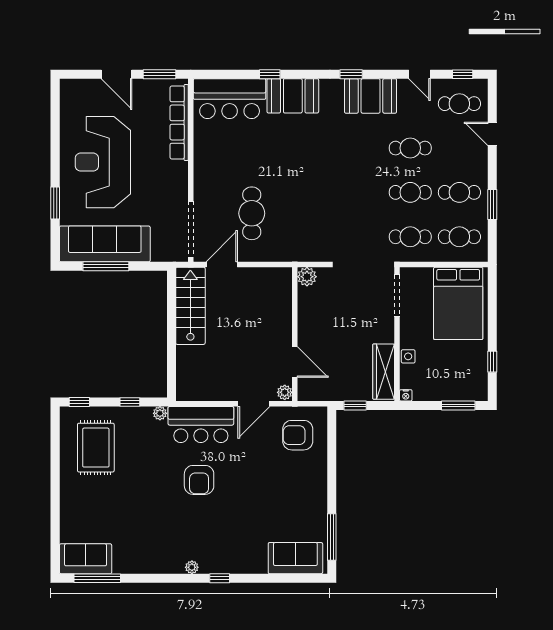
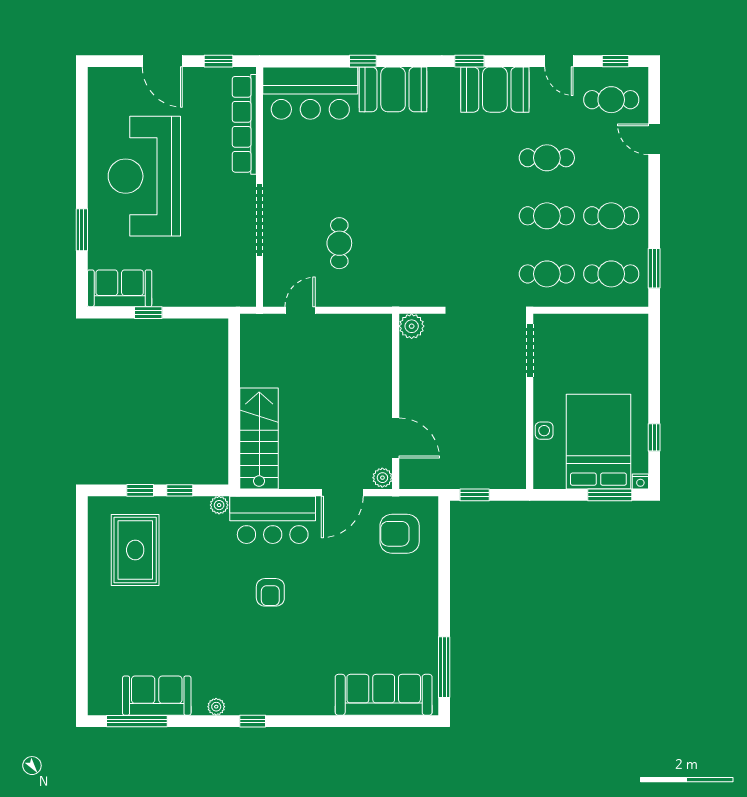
window: (159, 74) -> (218, 61), width x0.67
window: (492, 205) -> (654, 268), moved
cafe table: (252, 213) -> (339, 243), width x0.73, depth x0.74
doorway: (191, 229) -> (260, 220), moved
sofa: (105, 244) -> (120, 288), width x0.54, depth x0.79
door: (222, 265) -> (300, 310), width x0.73
window: (106, 266) -> (148, 313), width x0.46
bed: (458, 303) -> (598, 442), moved, turned 180
stairs: (190, 306) -> (259, 438), moved
wardrobe: (384, 372) -> (512, 450), removed
nightstand: (406, 395) -> (640, 482), moved
window: (79, 402) -> (140, 490), moved
armchair: (199, 480) -> (270, 592), width x0.72, depth x0.72
sofa: (295, 558) -> (384, 695), width x1.36
sofa: (86, 559) -> (157, 696), moved
plant: (192, 567) -> (216, 707), moved
window: (220, 578) -> (253, 721), moved

